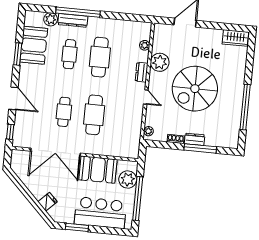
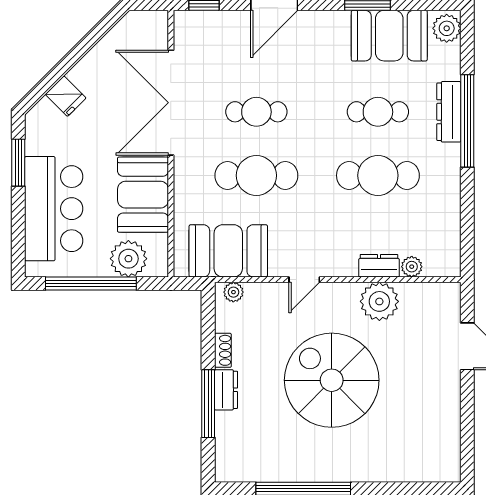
plant: (51, 19) -> (447, 28), moved
wardrobe: (235, 38) -> (446, 454), removed
dresser: (142, 72) -> (379, 266), moved
booth: (129, 132) -> (228, 251), added

